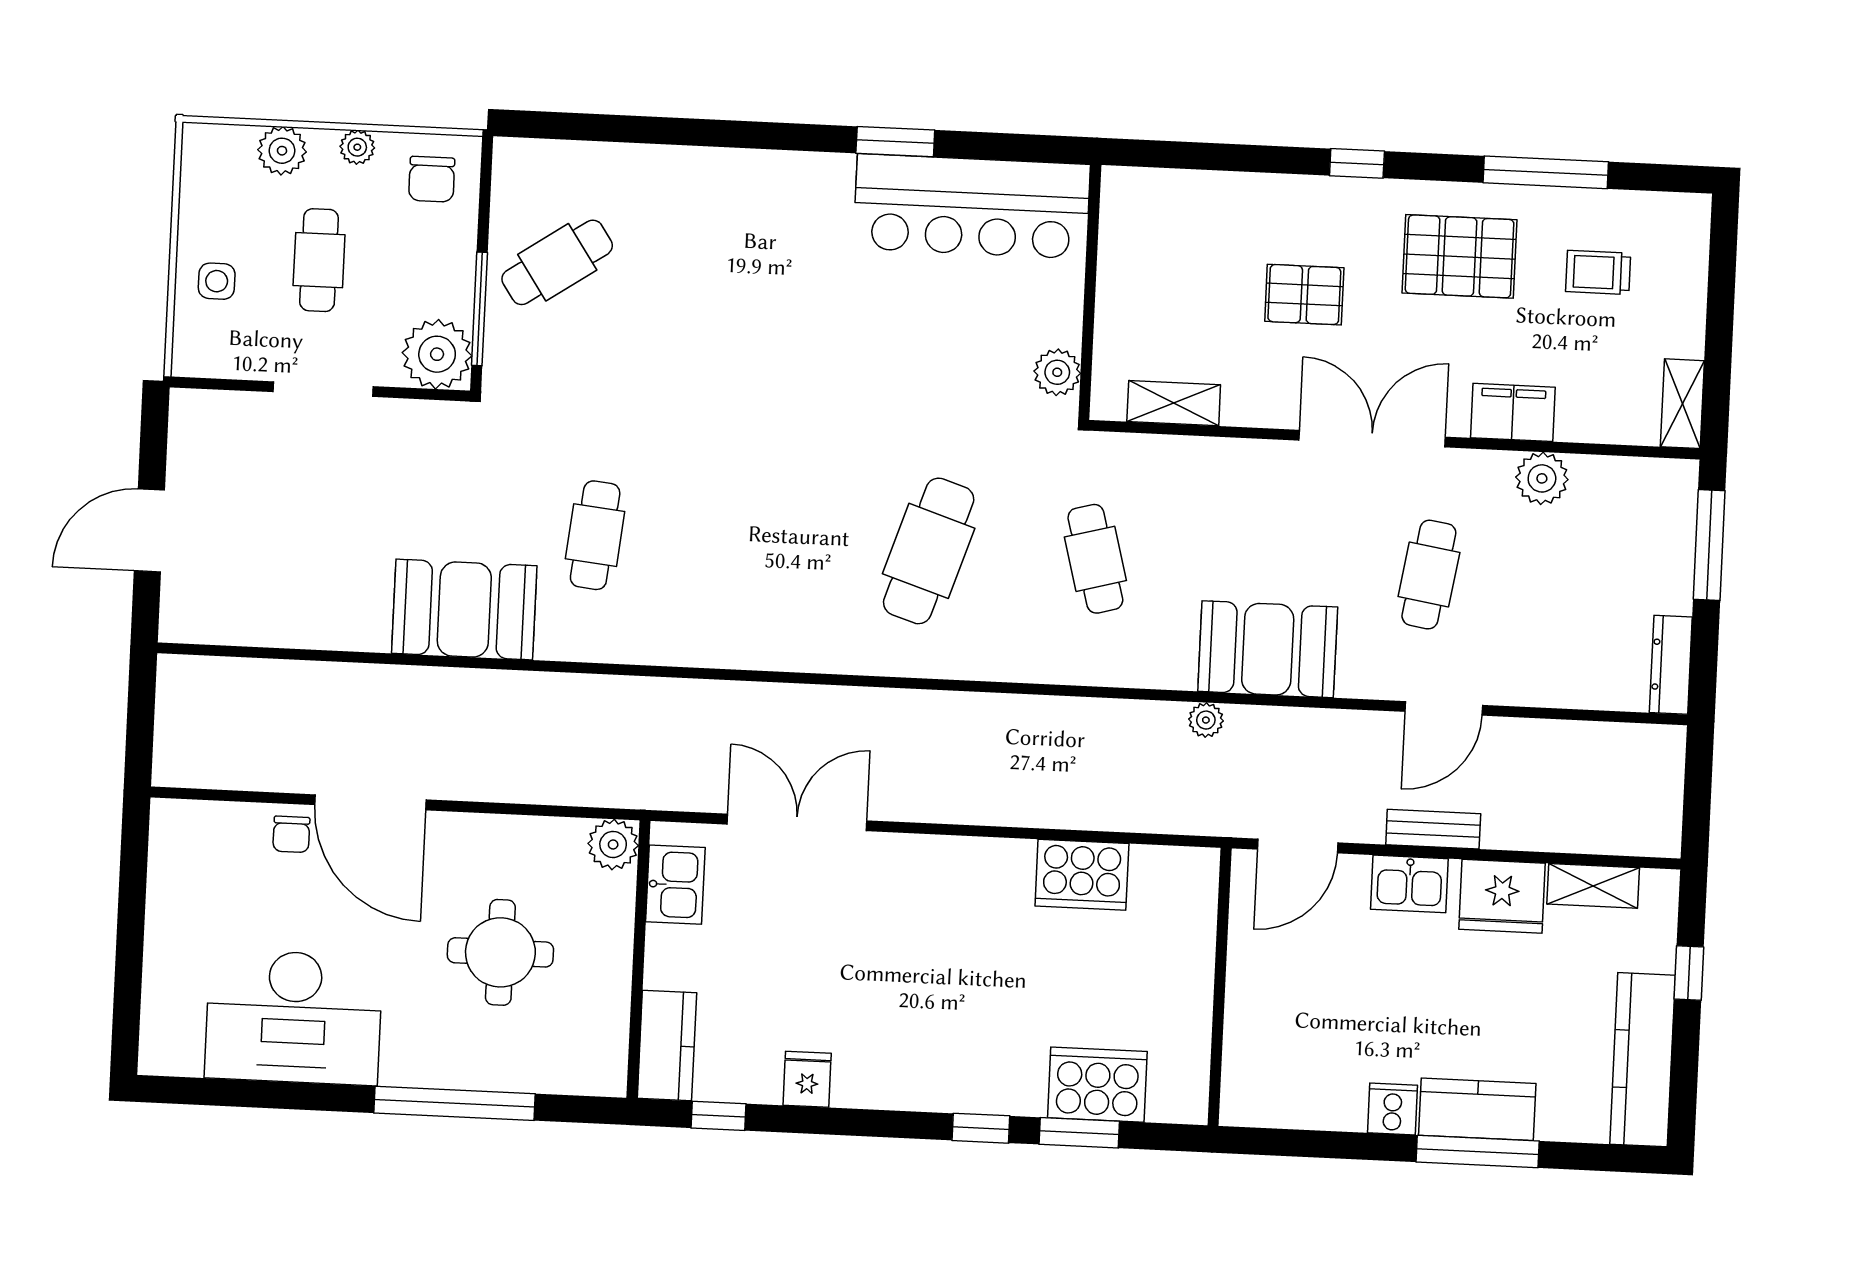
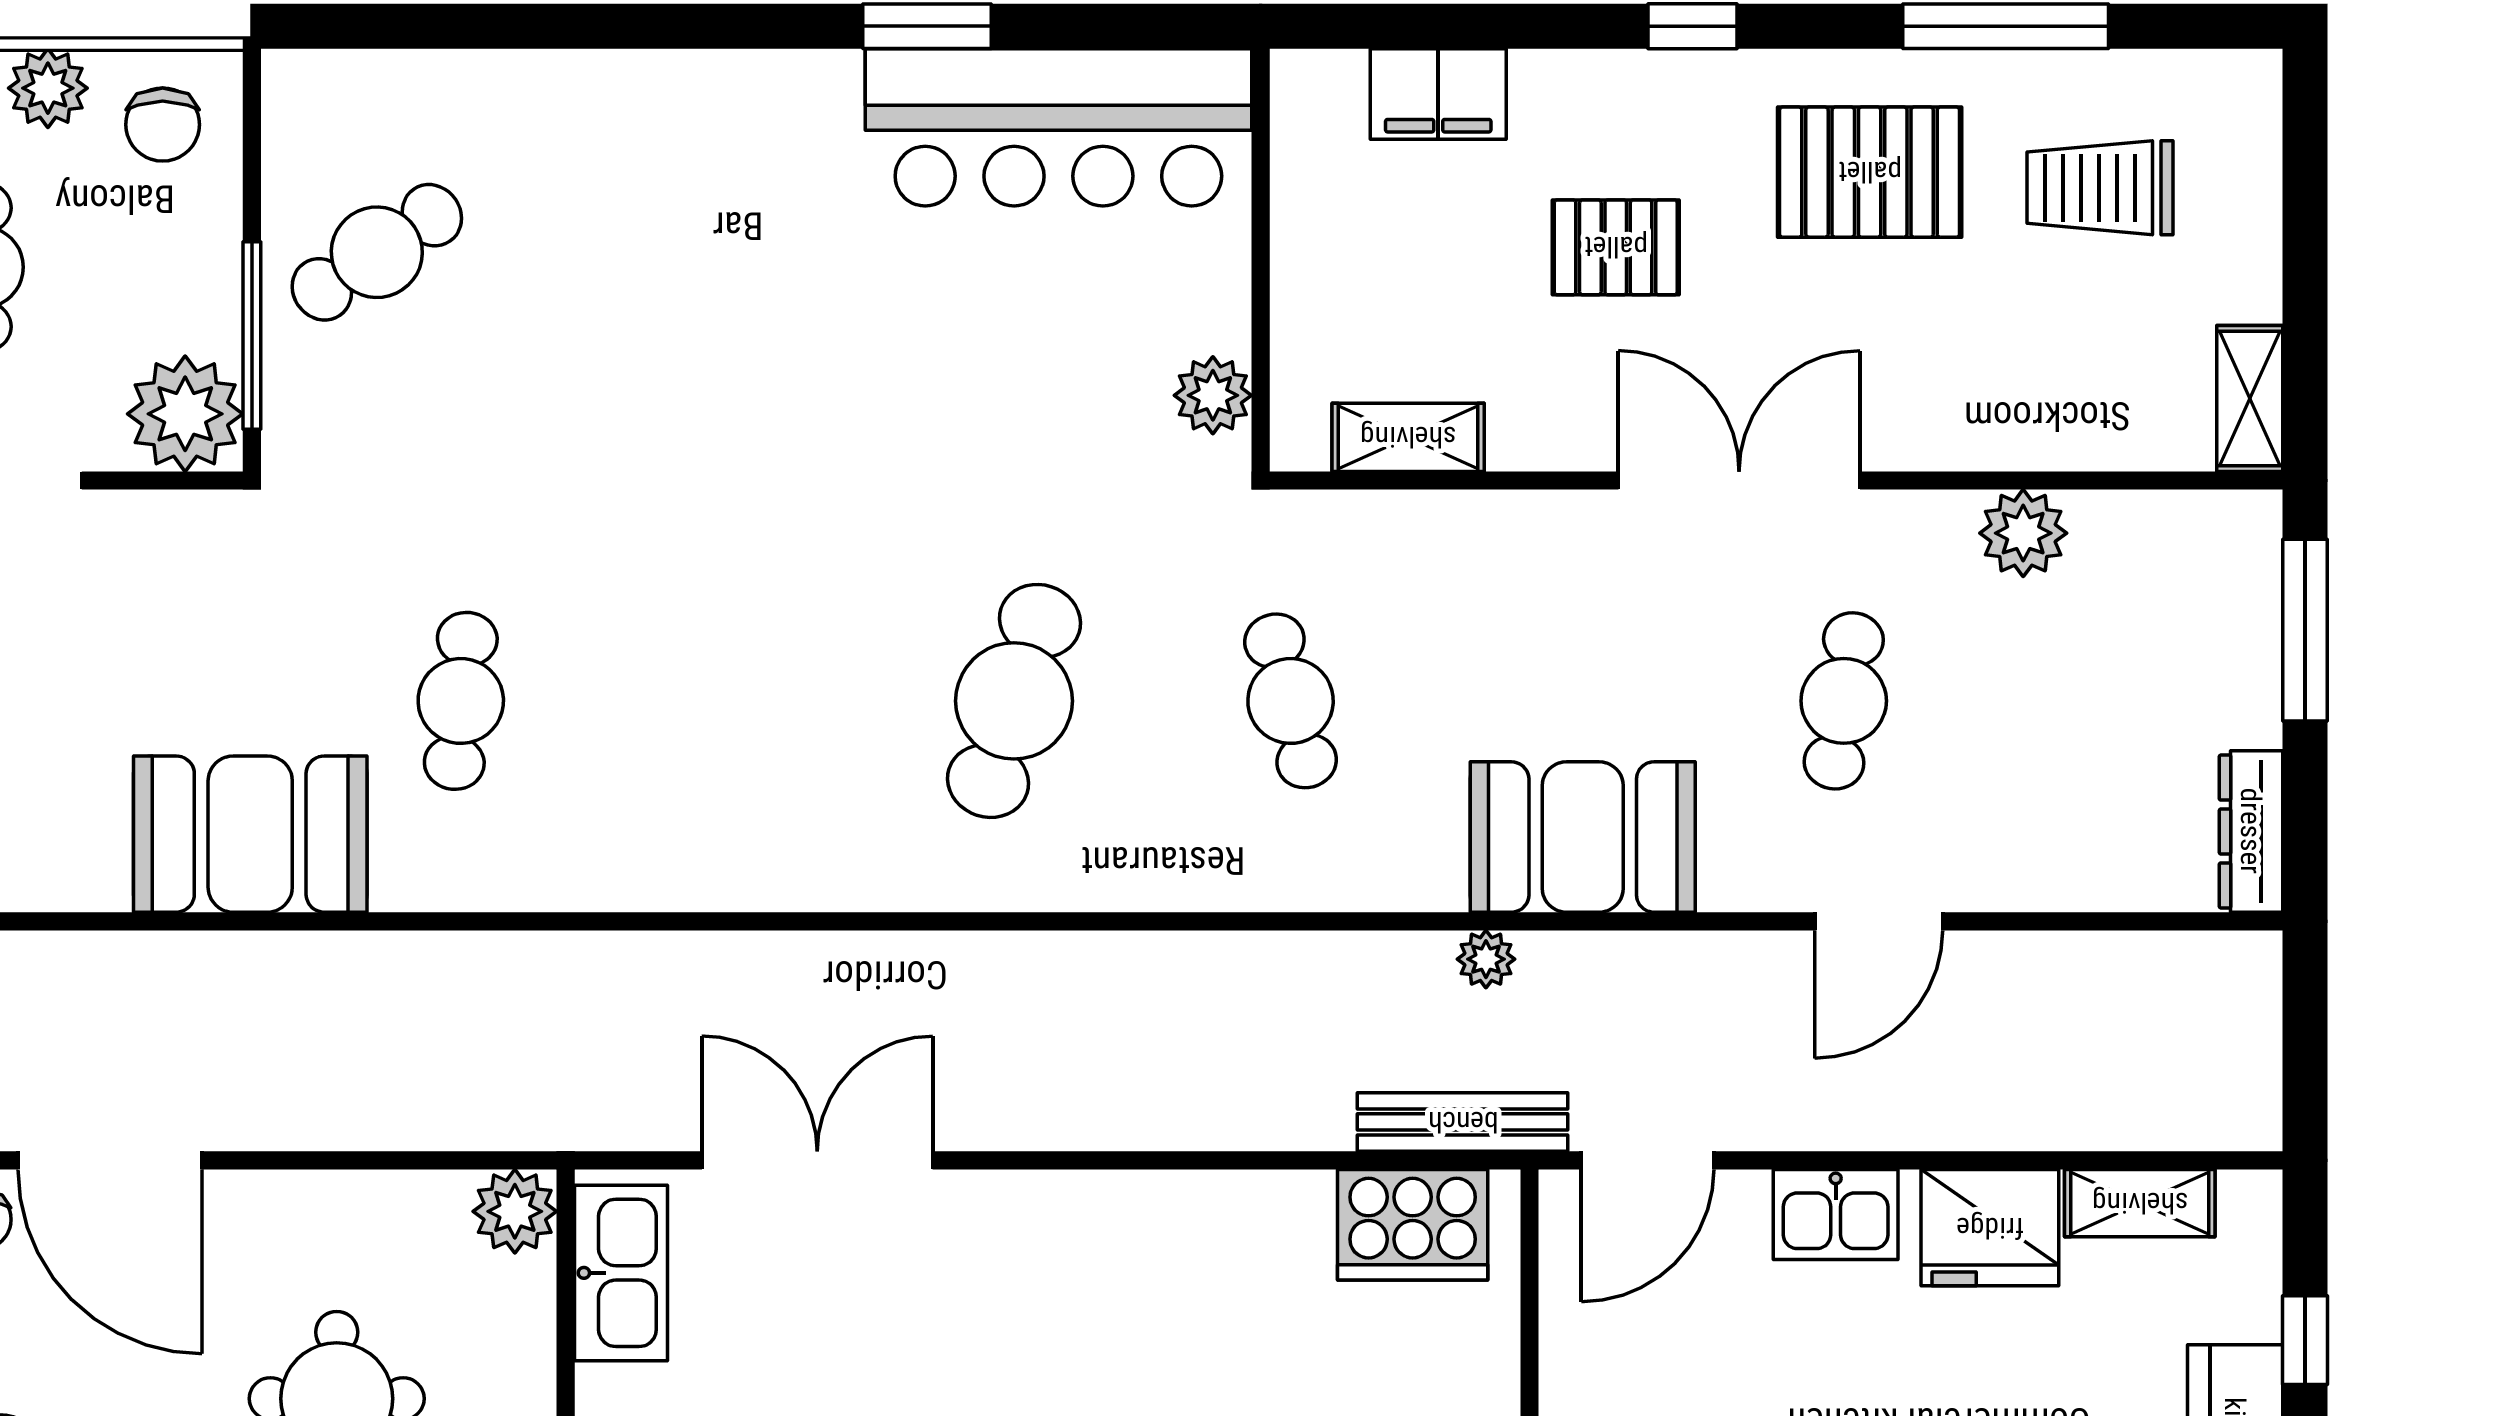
plant: (357, 147) -> (48, 88), width x1.38, depth x1.38
trolley: (1598, 272) -> (2100, 188), width x1.36, depth x1.39
filing cabinet: (1513, 412) -> (1438, 94), moved, turned 180
bench: (1433, 829) -> (1463, 1122), moved, width x1.36
cooker: (1082, 875) -> (1413, 1225), moved
kitchen sink: (675, 885) -> (621, 1273), width x1.38

